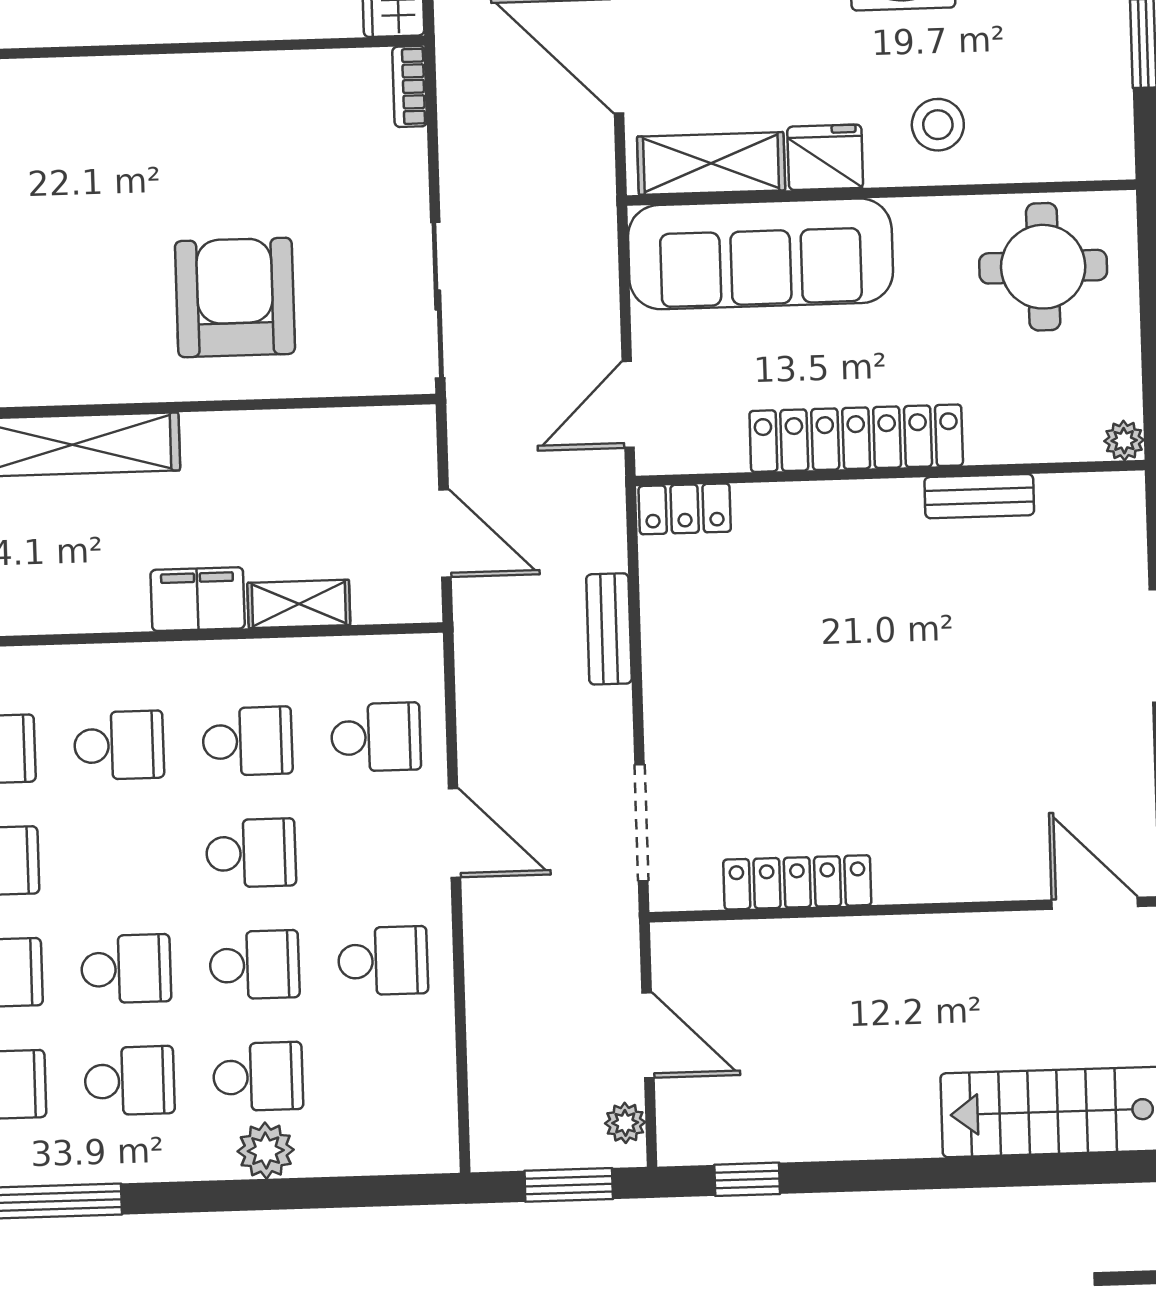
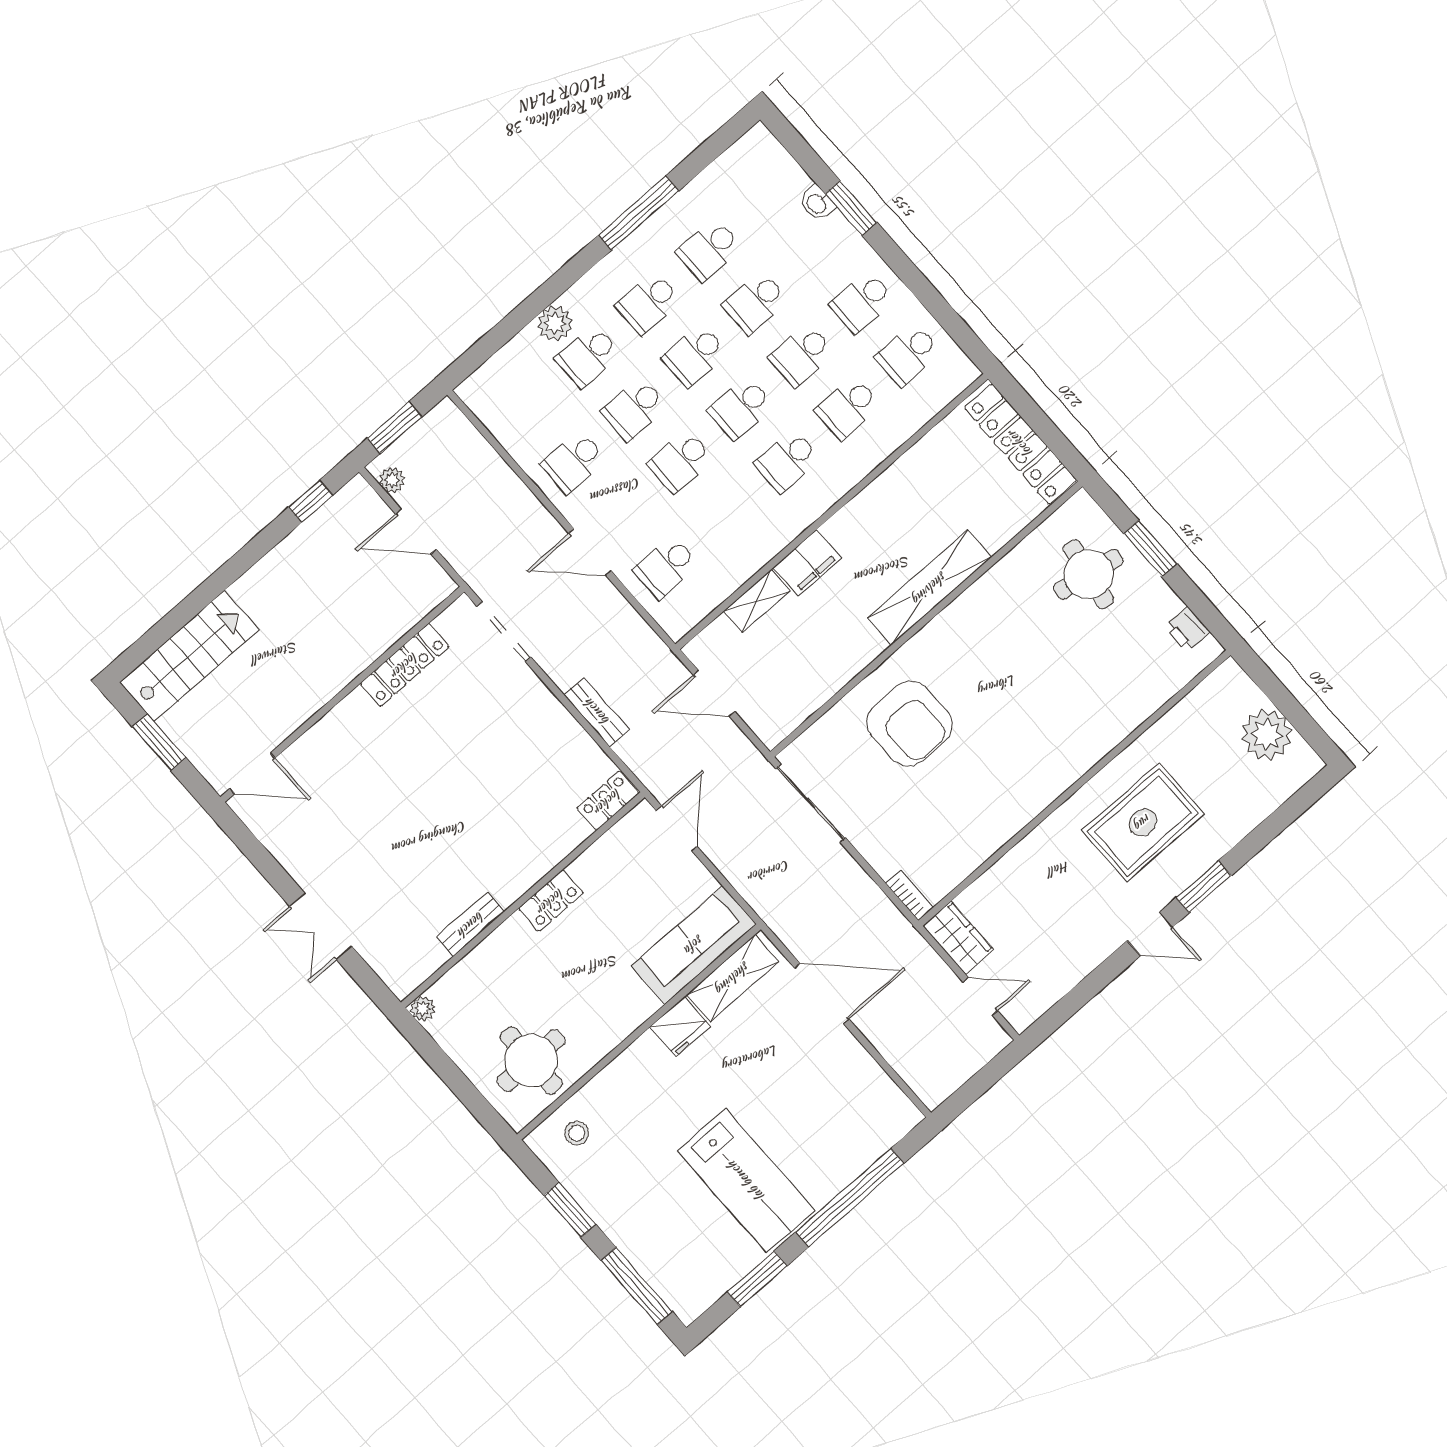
stool: (938, 125) -> (577, 1133), moved, width x0.73, depth x0.73
sofa: (760, 254) -> (694, 945), width x0.74, depth x0.79
locker: (856, 438) -> (551, 901), width x0.46, depth x0.83
school desk: (247, 741) -> (741, 408), moved

